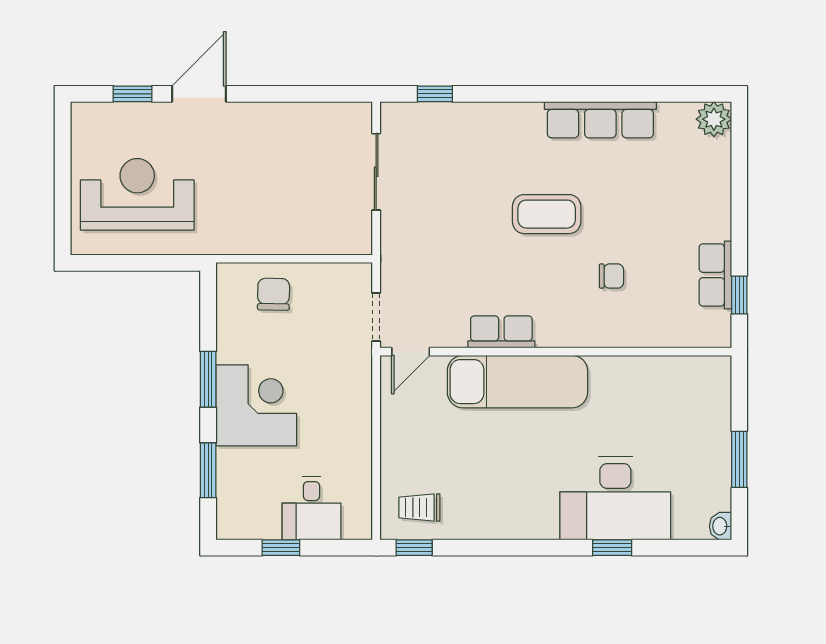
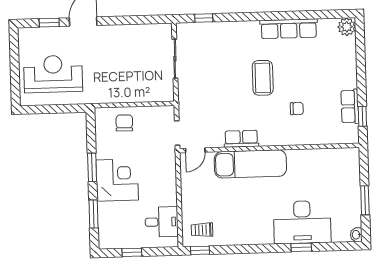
coffee table: (547, 214) -> (263, 78), turned 90
desk: (312, 508) -> (162, 222), moved, turned -90

